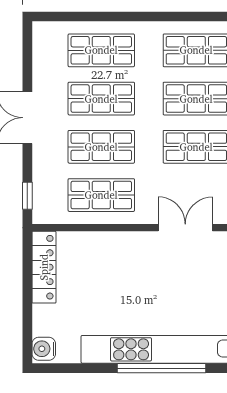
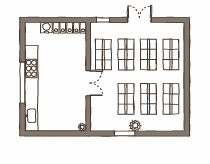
double door: (185, 228) -> (88, 83), moved
water cooler: (44, 349) -> (46, 28), moved

